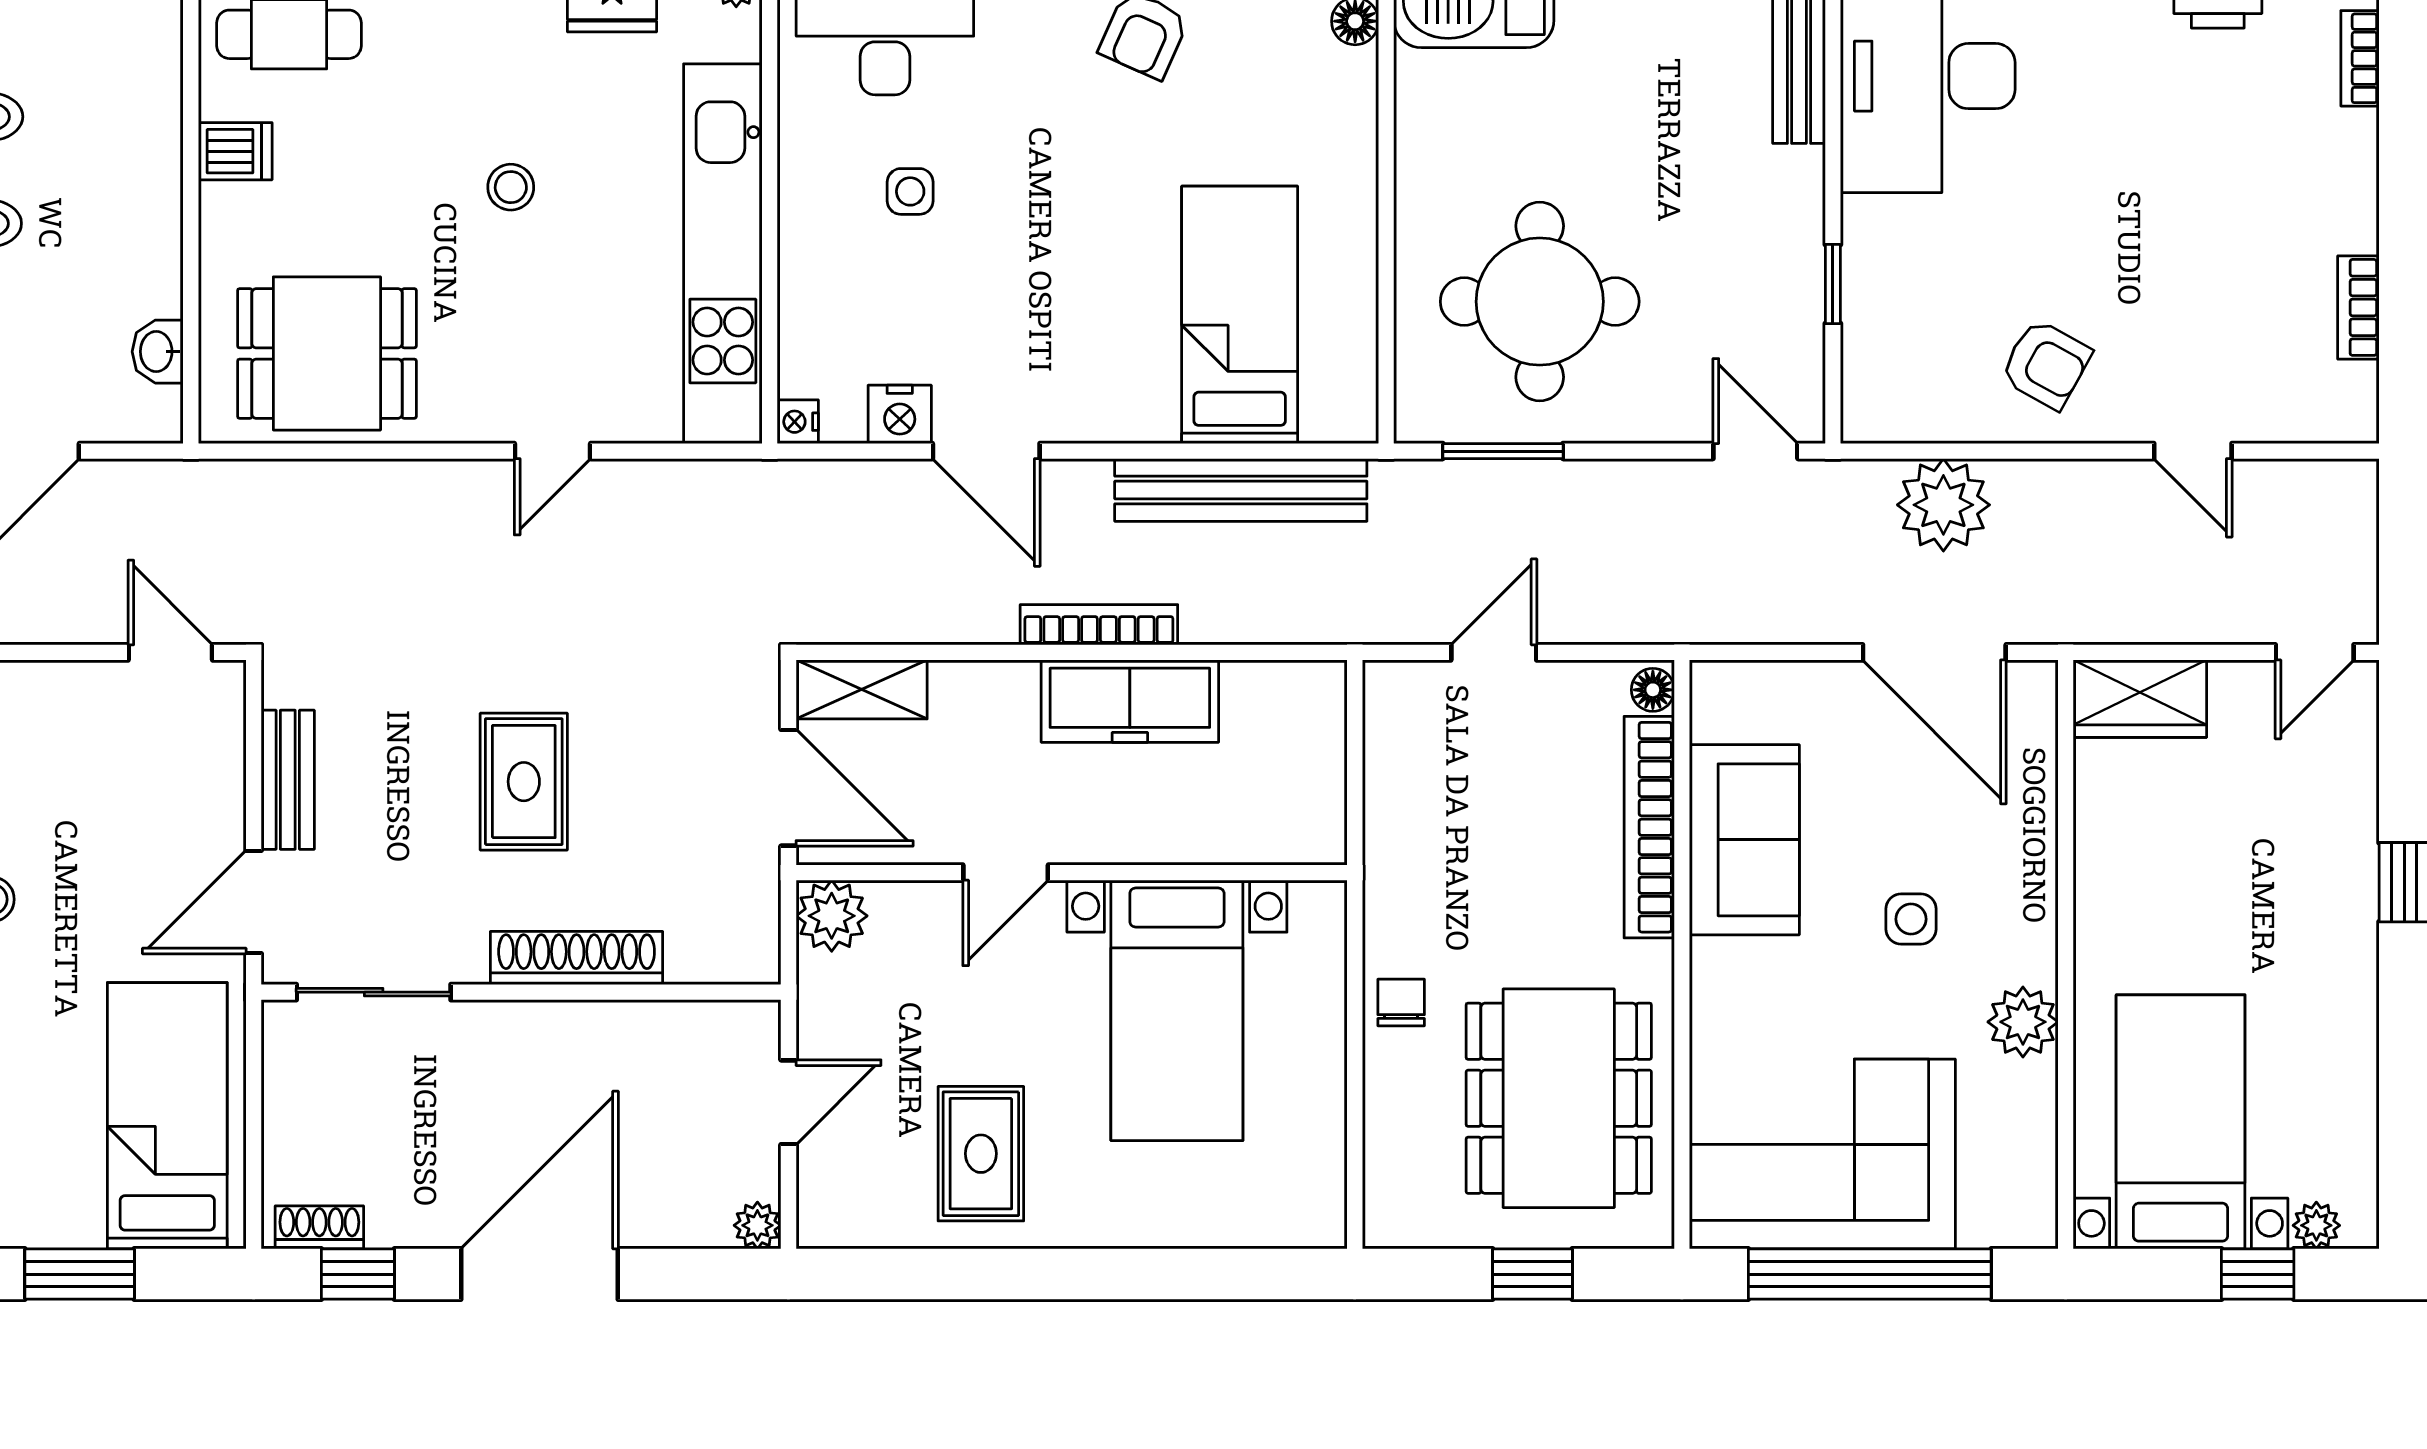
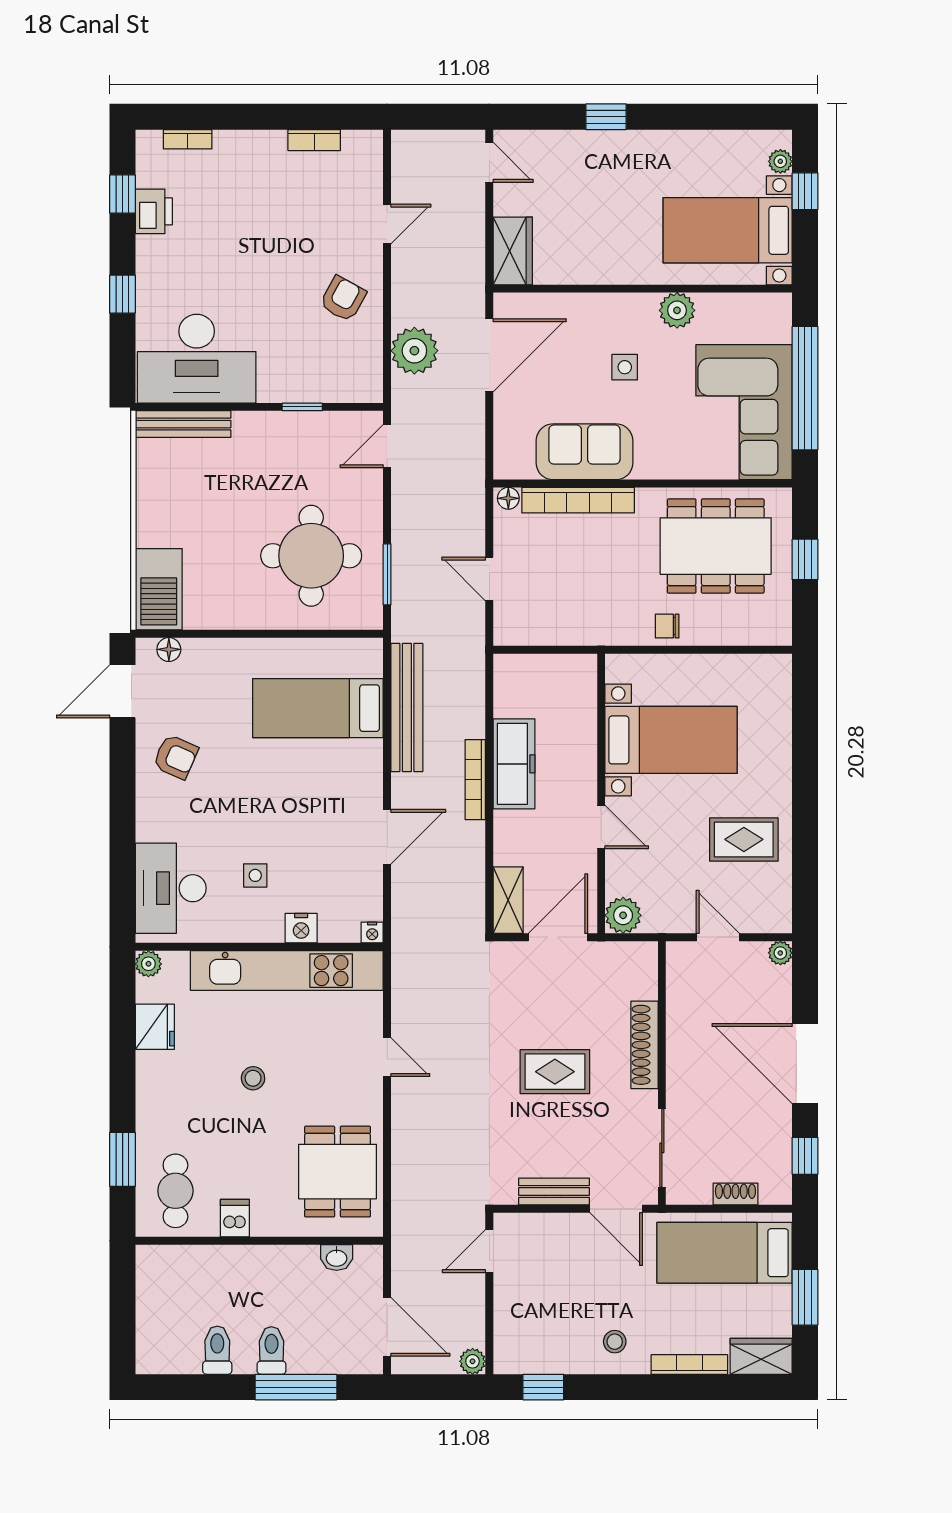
nightstand: (900, 414) -> (301, 928), moved, turned 90
shoe rack: (319, 1227) -> (735, 1194), moved, turned 90

